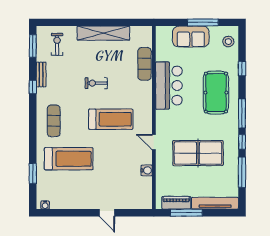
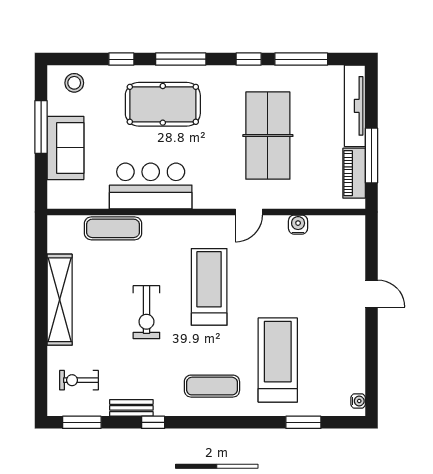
exercise bike: (96, 83) -> (146, 312), width x1.38, depth x1.39
window: (242, 113) -> (181, 59), moved
door: (107, 213) -> (371, 294), hinge flipped

